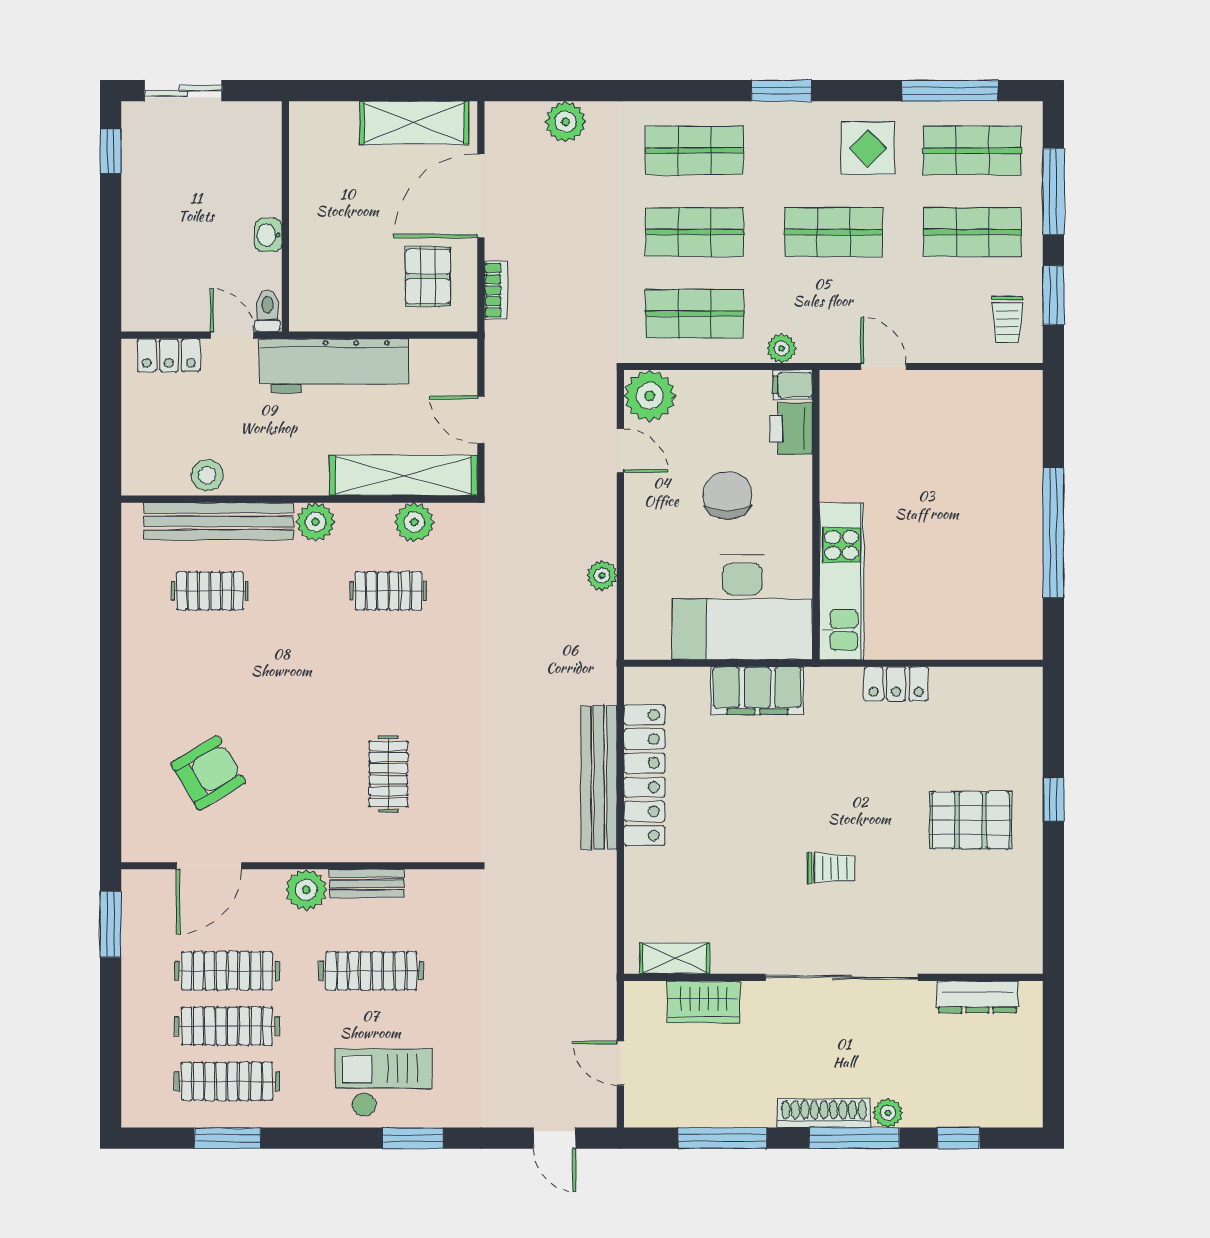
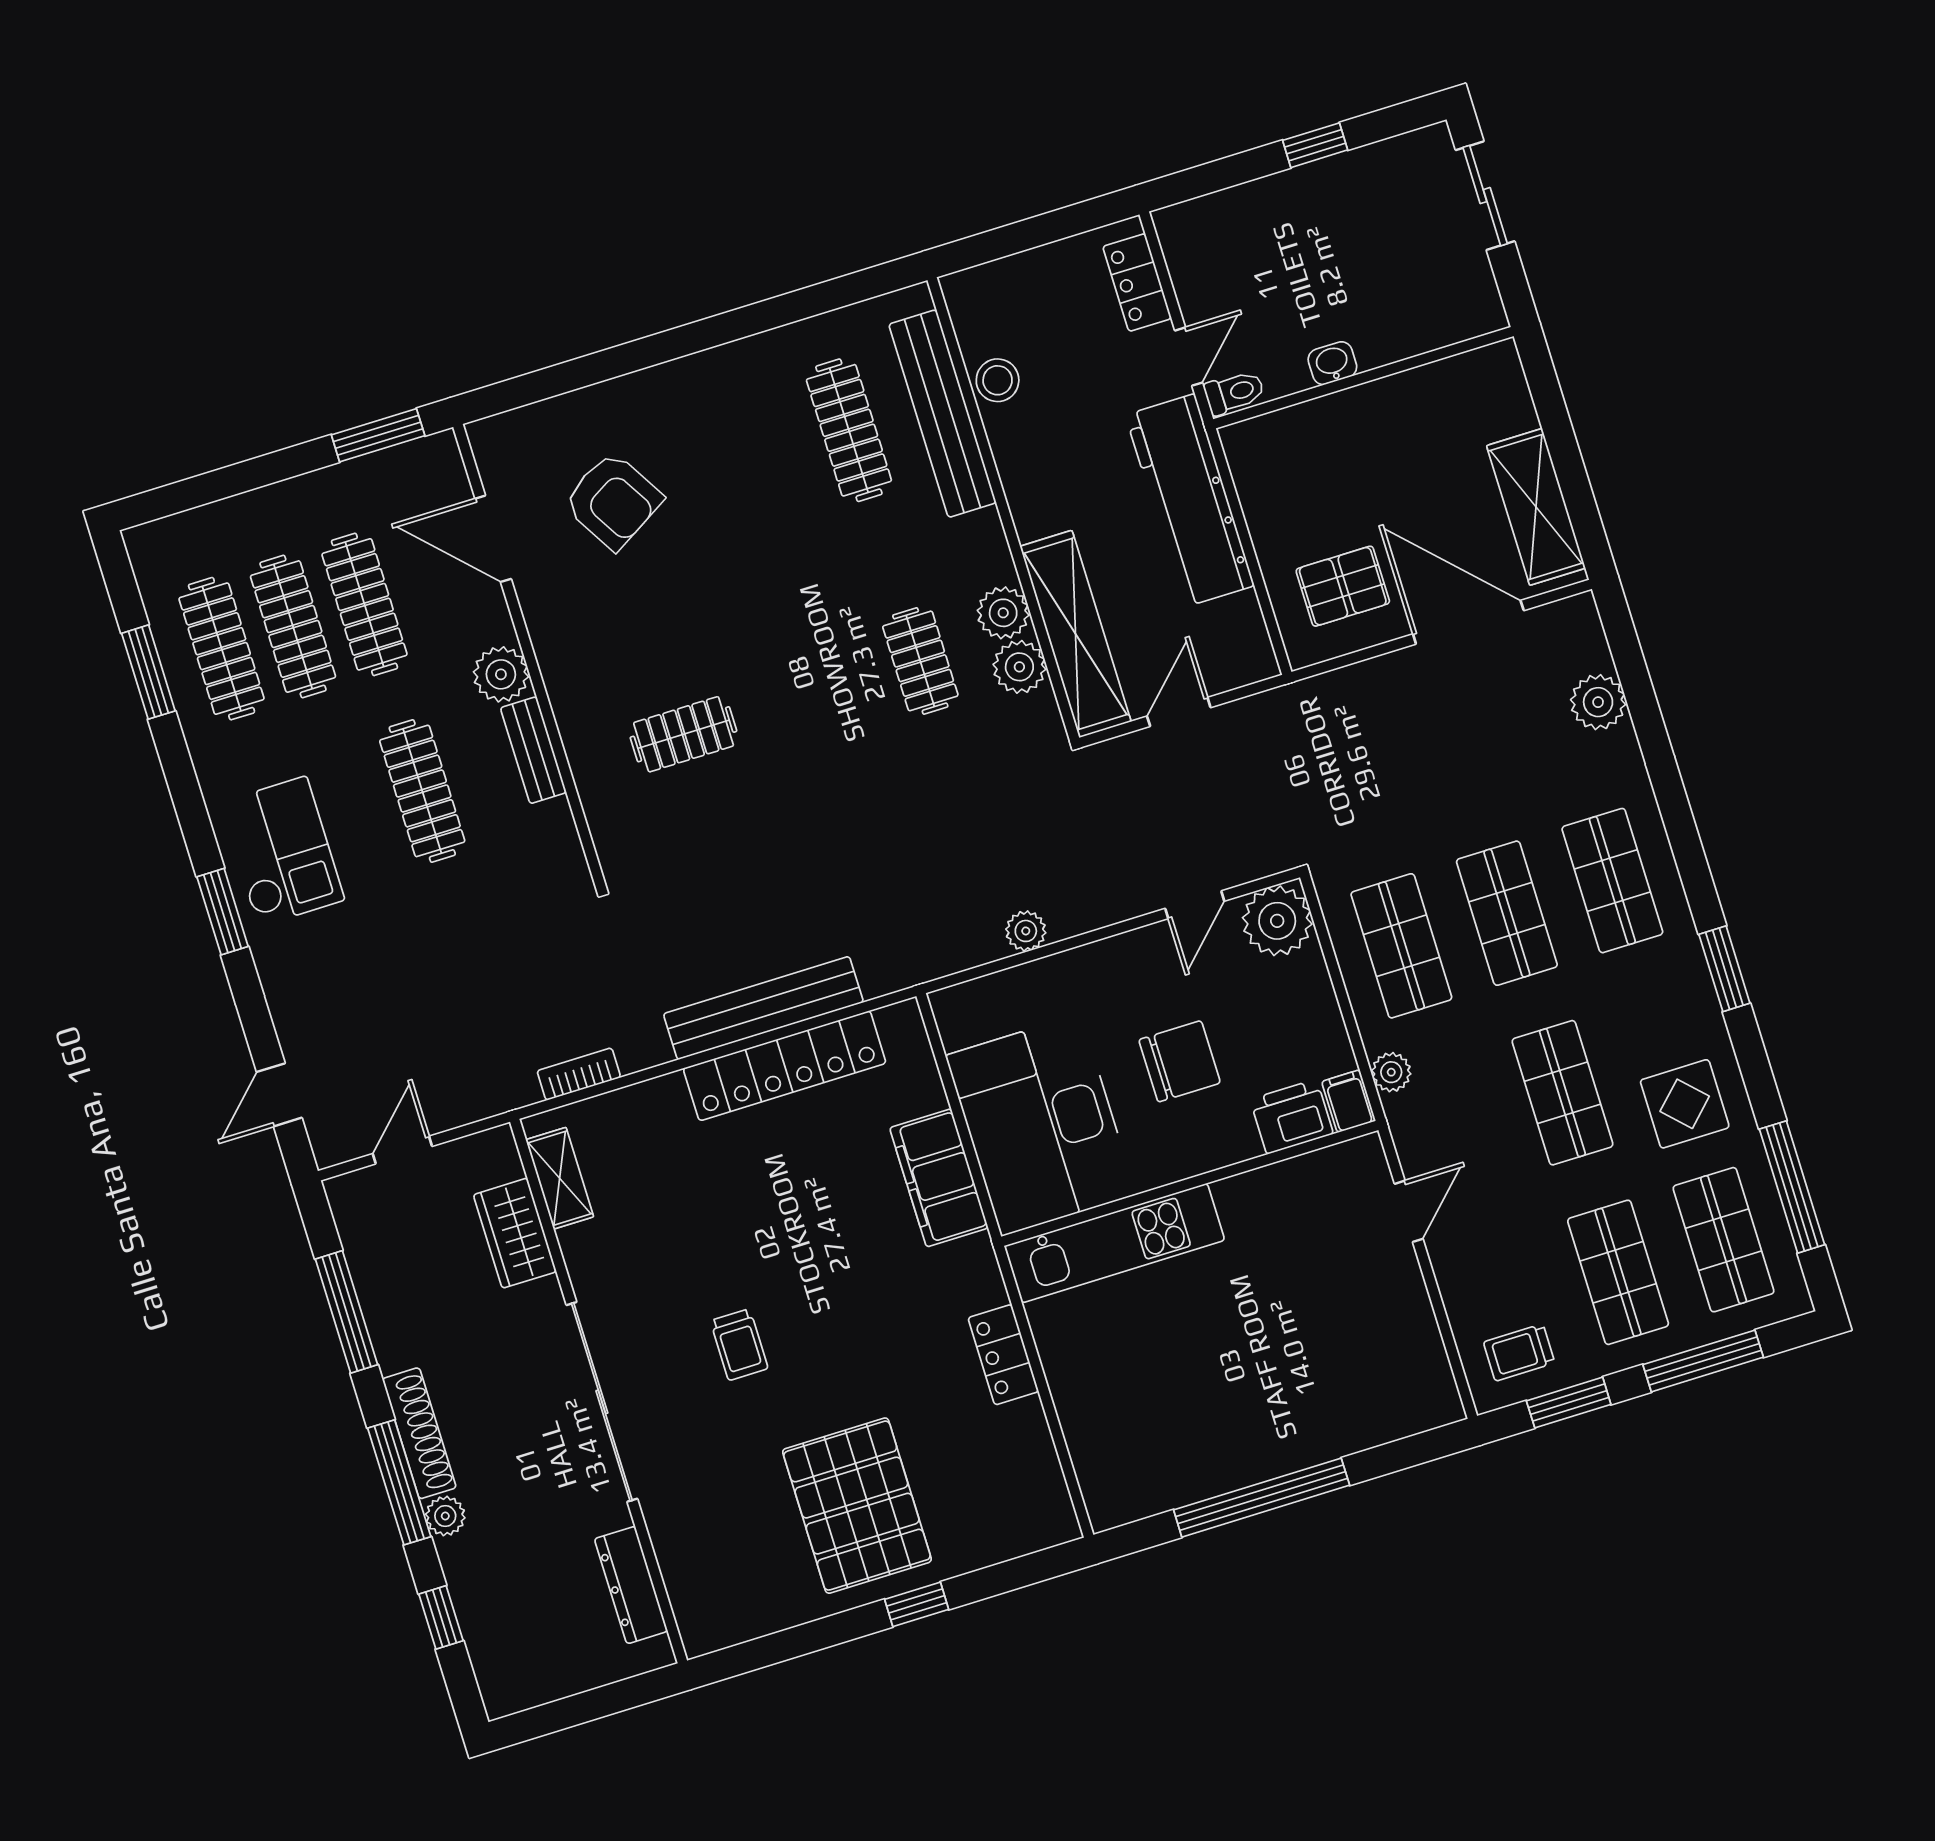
window: (111, 151) -> (1315, 145), moved
bookcase: (496, 290) -> (579, 1074), moved, turned 180
plant: (316, 522) -> (1003, 613), moved
clothes rail: (210, 591) -> (849, 430), width x1.36
pallet: (971, 820) -> (857, 1506), width x1.37, depth x1.41

